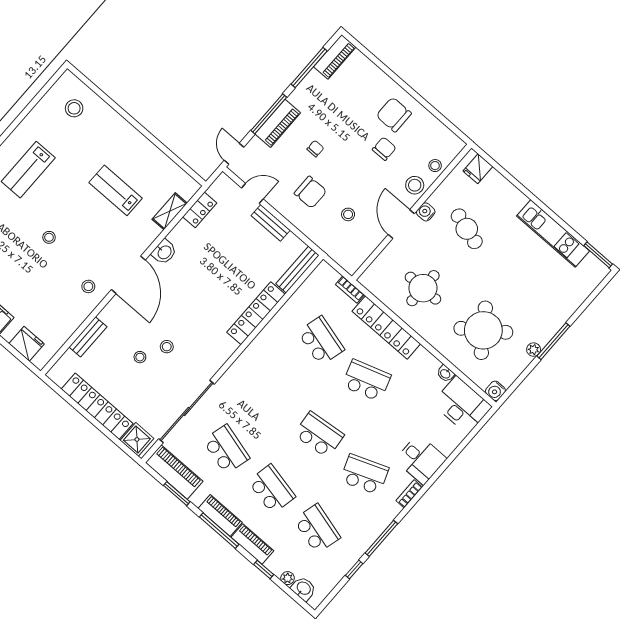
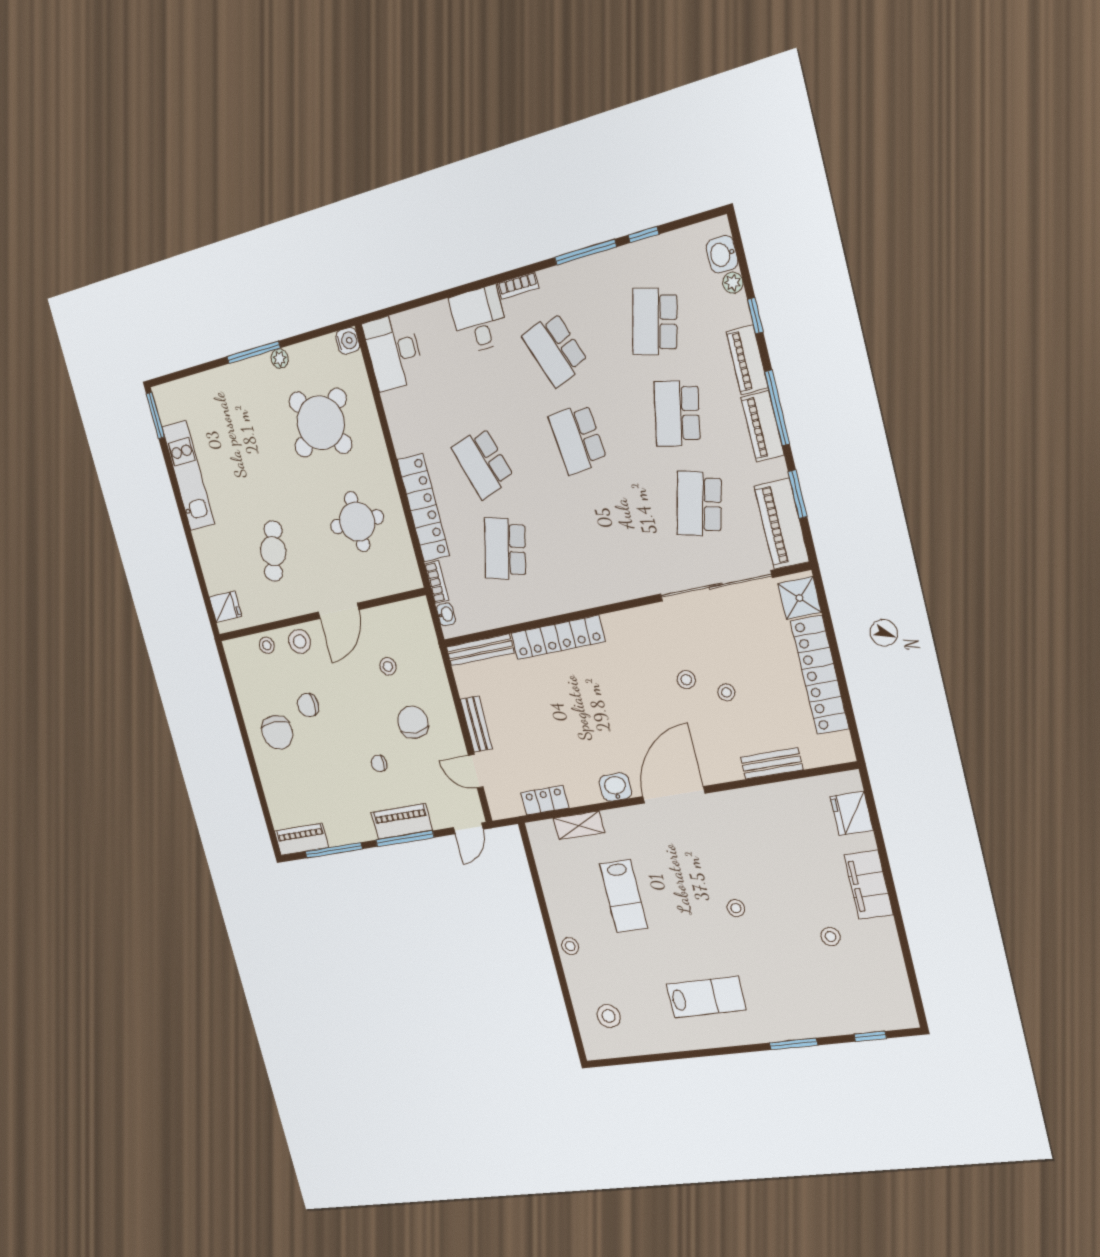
water cooler: (426, 212) -> (305, 604), removed
stool: (88, 286) -> (570, 946), moved
washbasin: (445, 374) -> (446, 614), moved

